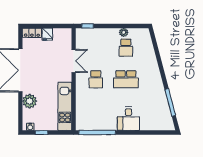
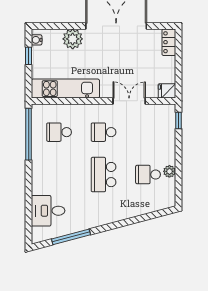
fridge: (47, 34) -> (167, 91), moved
double door: (74, 61) -> (129, 101), swing flipped
school desk: (96, 111) -> (59, 132), added
desk: (128, 119) -> (48, 211), moved

